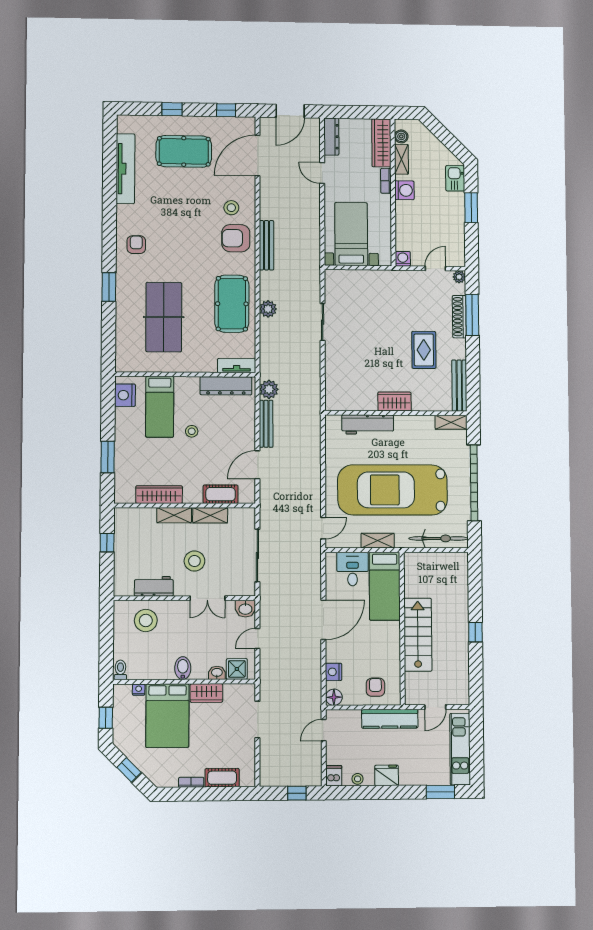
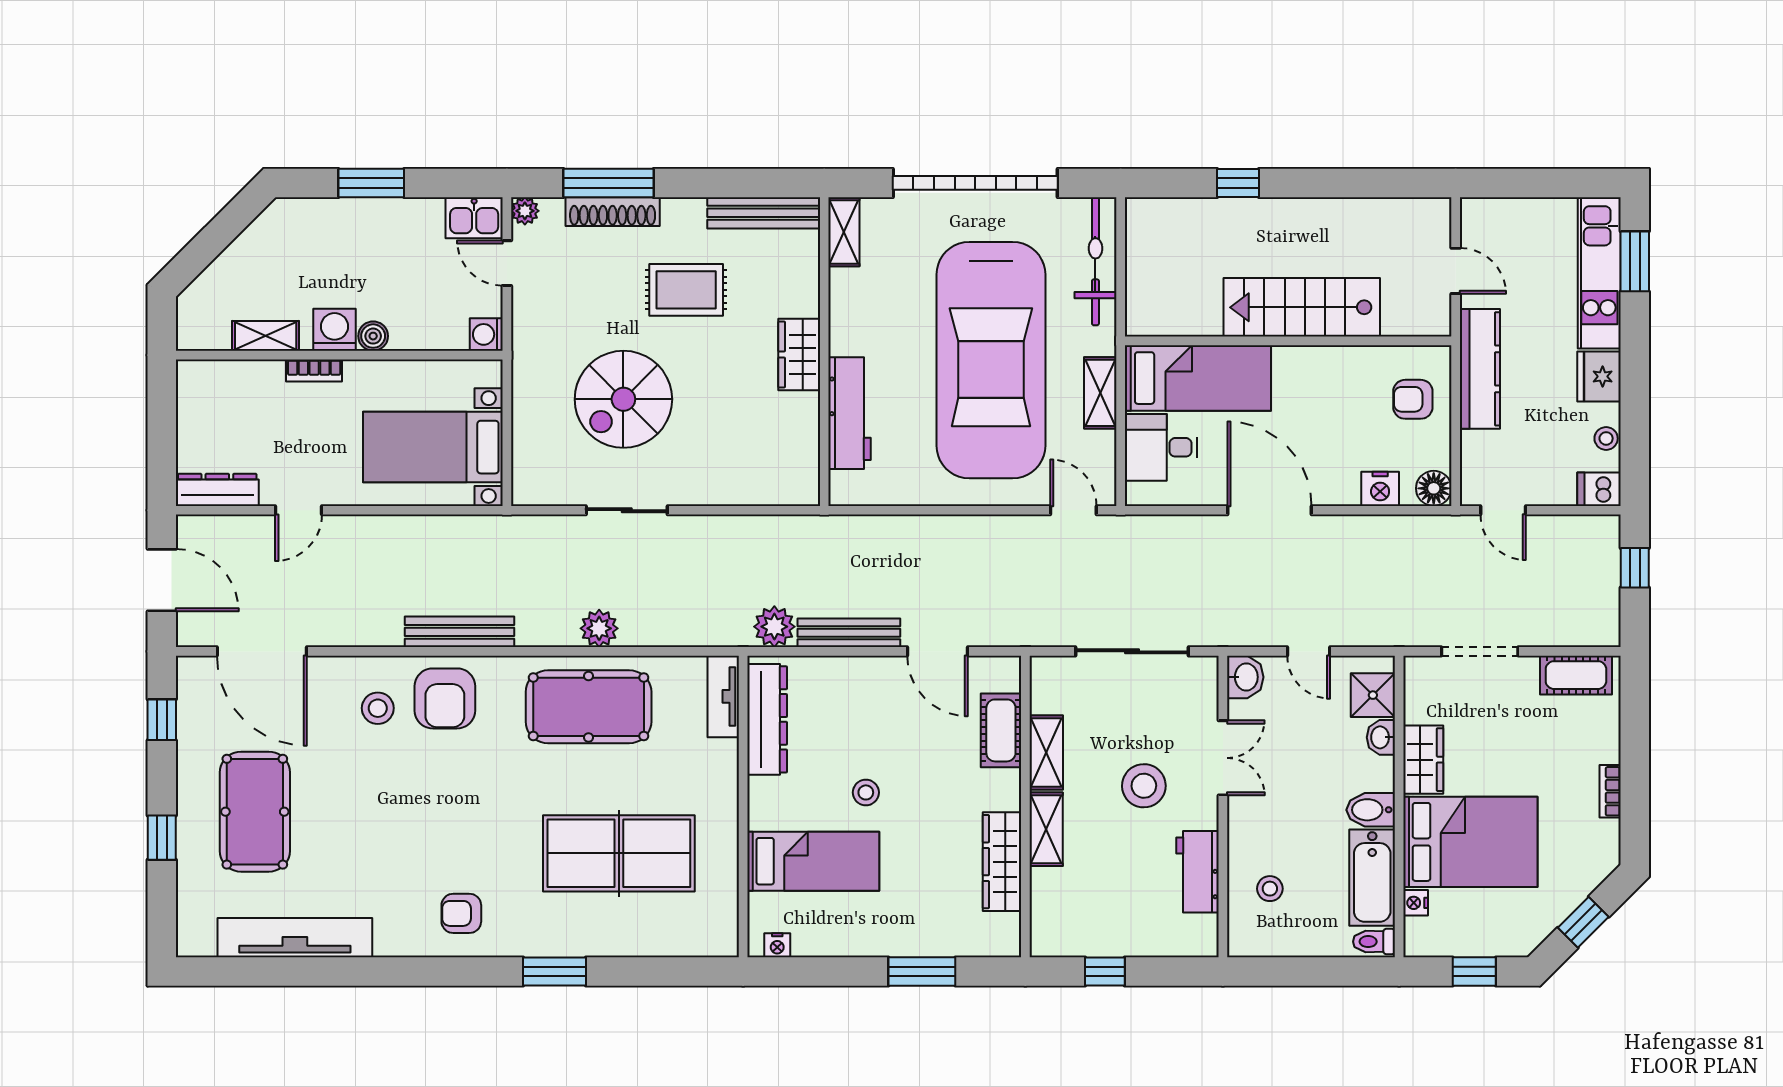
boiler: (401, 136) -> (373, 336), moved
wardrobe: (381, 143) -> (230, 380), removed
kitchen sink: (455, 178) -> (474, 218), moved
spiral stairs: (374, 321) -> (623, 399), added
nightstand: (125, 395) -> (777, 945), width x0.53, depth x0.56
stool: (146, 620) -> (1270, 889), width x0.53, depth x0.53
window: (475, 632) -> (1238, 183), moved
bathtub: (151, 669) -> (1372, 878), added
kitchen unit: (460, 749) -> (1599, 273), moved, turned 90
cot: (222, 778) -> (1576, 675), moved, turned 90

